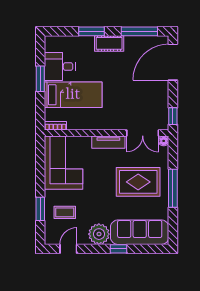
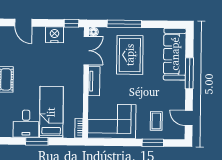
door: (173, 62) -> (23, 23), width x0.53
nightstand: (160, 97) -> (54, 35), added
window: (173, 188) -> (124, 24), moved
plant: (99, 234) -> (176, 91), removed
window: (119, 249) -> (189, 73), width x2.17

